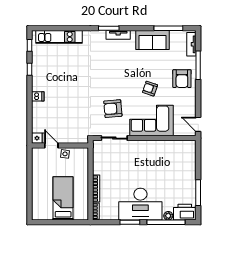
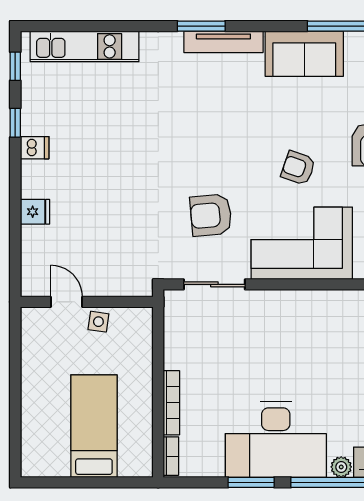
tv unit: (118, 35) -> (223, 42), width x1.41
dishwasher: (38, 96) -> (35, 148), moved
fridge: (38, 138) -> (35, 212), moved

